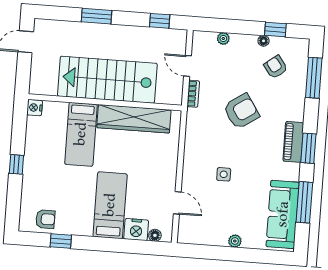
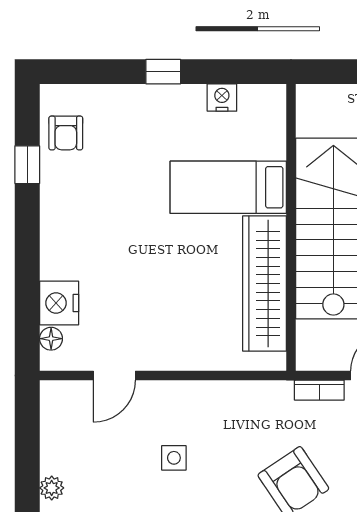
nightstand: (35, 108) -> (222, 98), moved
bed: (110, 205) -> (101, 251), removed

